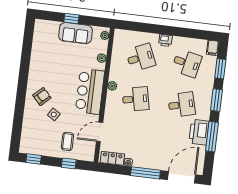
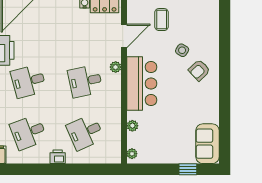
window: (71, 19) -> (188, 169), moved
sofa: (75, 33) -> (207, 144), moved, turned -90
desk: (187, 63) -> (28, 132), turned -33
plant: (112, 86) -> (116, 67), moved

